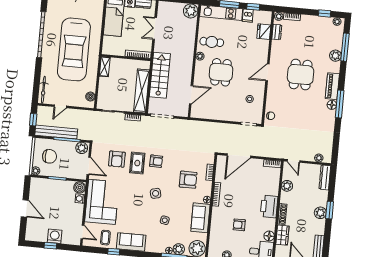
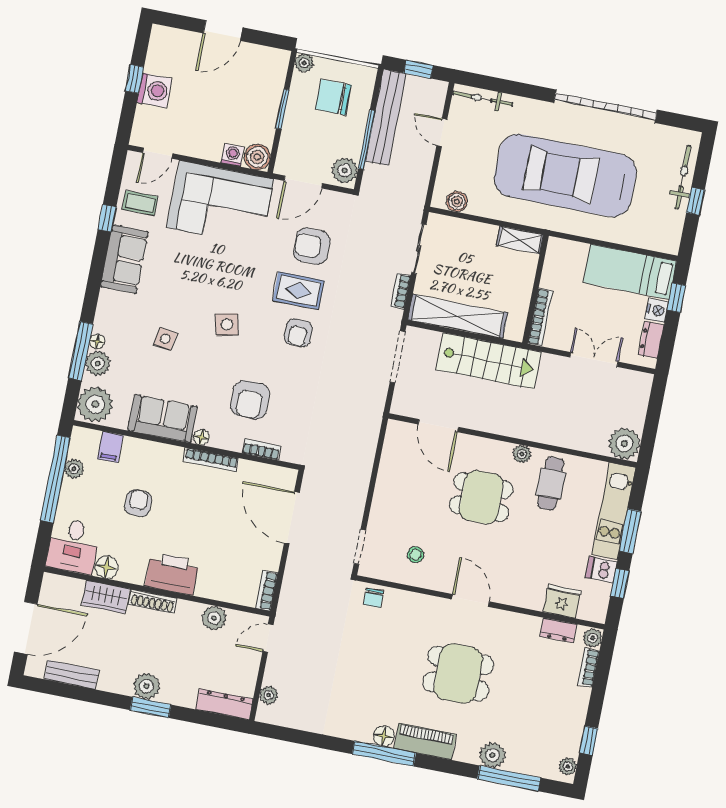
chair: (49, 156) -> (333, 97), turned 90
filing cabinet: (215, 240) -> (110, 447), added

